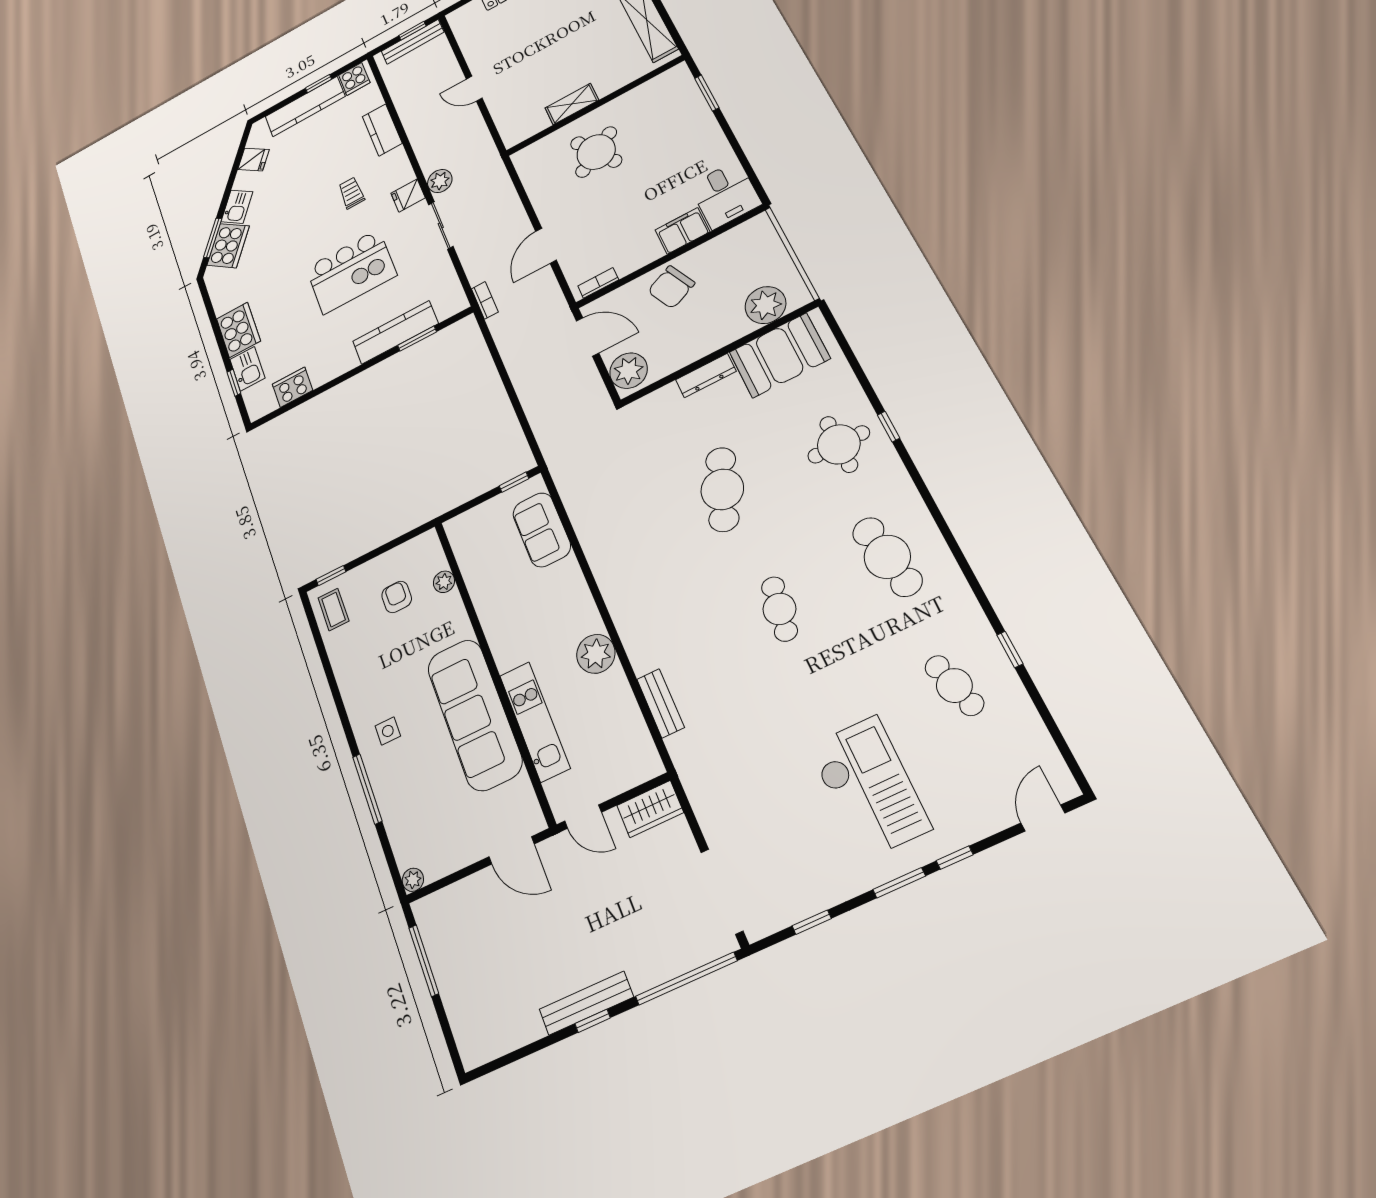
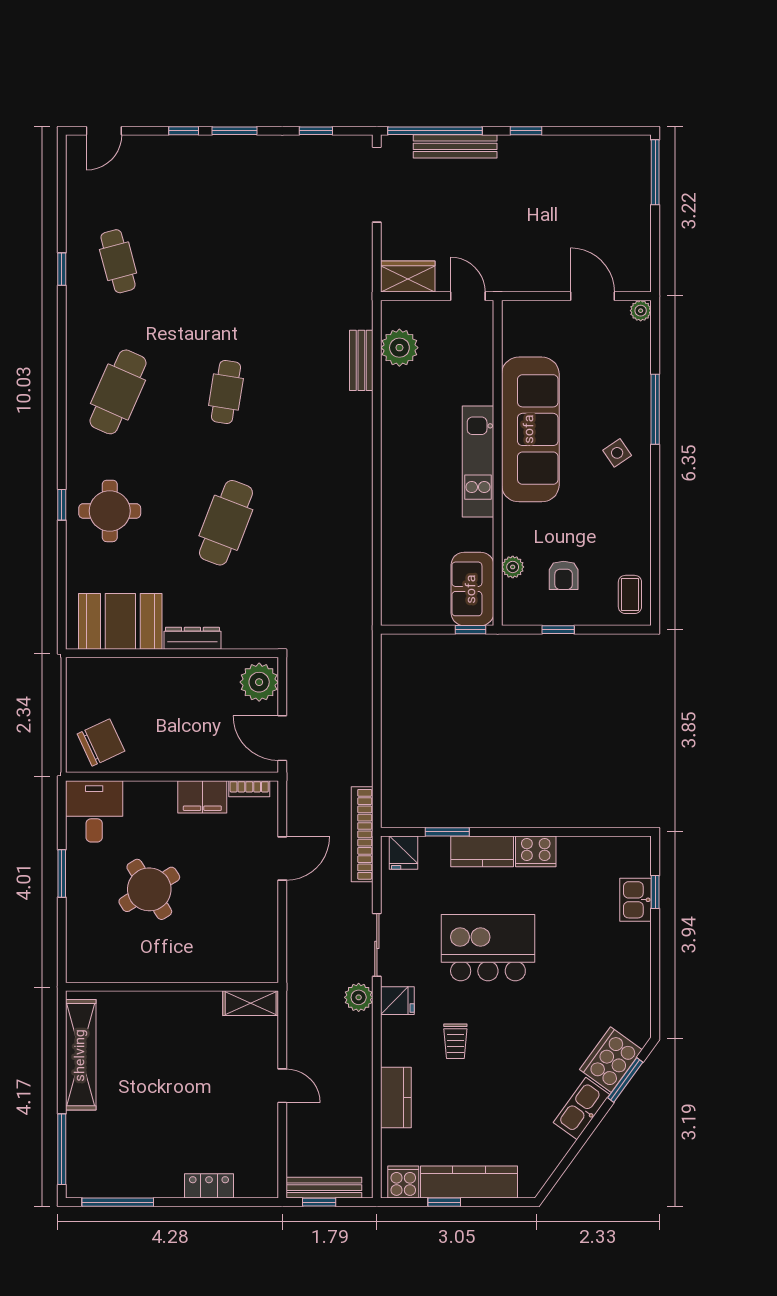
window: (707, 93) -> (62, 874), moved
shelving: (572, 104) -> (251, 1003), moved
round table: (596, 152) -> (149, 889), moved
fridge: (253, 159) -> (404, 853), moved, turned -126
kitchen sink: (237, 207) -> (582, 1108), width x1.38
filing cabinet: (682, 231) -> (202, 797), moved
chair: (671, 287) -> (101, 743), moved
bookcase: (485, 300) -> (362, 834), width x2.31, depth x1.31
plant: (766, 305) -> (110, 677), removed
cooker: (238, 330) -> (631, 951), removed
kitchen counter: (395, 332) -> (482, 851), width x0.67
cooker: (292, 387) -> (536, 851), moved
window: (514, 482) -> (471, 630), moved
sofa: (542, 530) -> (472, 589), moved, turned 180
cafe table: (887, 557) -> (118, 392), turned 33
window: (331, 576) -> (558, 630), moved
plant: (596, 654) -> (399, 348), moved
kitchen unit: (535, 722) -> (478, 461), moved
side table: (388, 731) -> (617, 453), turned -34
checkout: (869, 787) -> (223, 213), removed
door: (512, 850) -> (593, 296), moved
window: (424, 961) -> (655, 172), moved
bench: (586, 1003) -> (455, 146), moved

